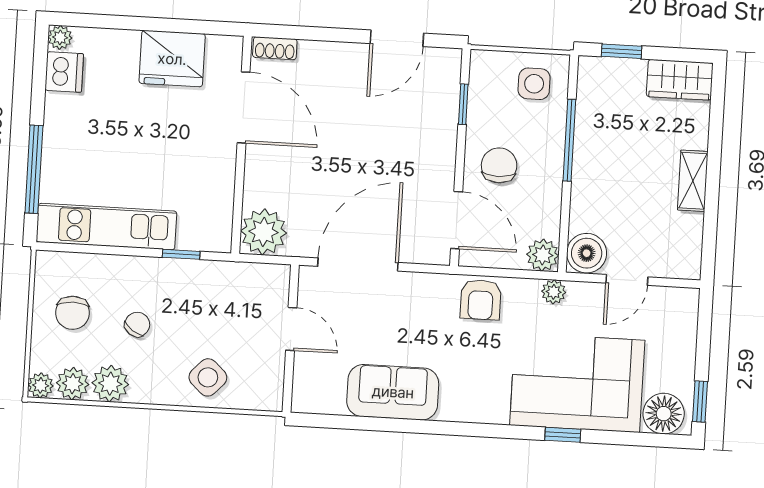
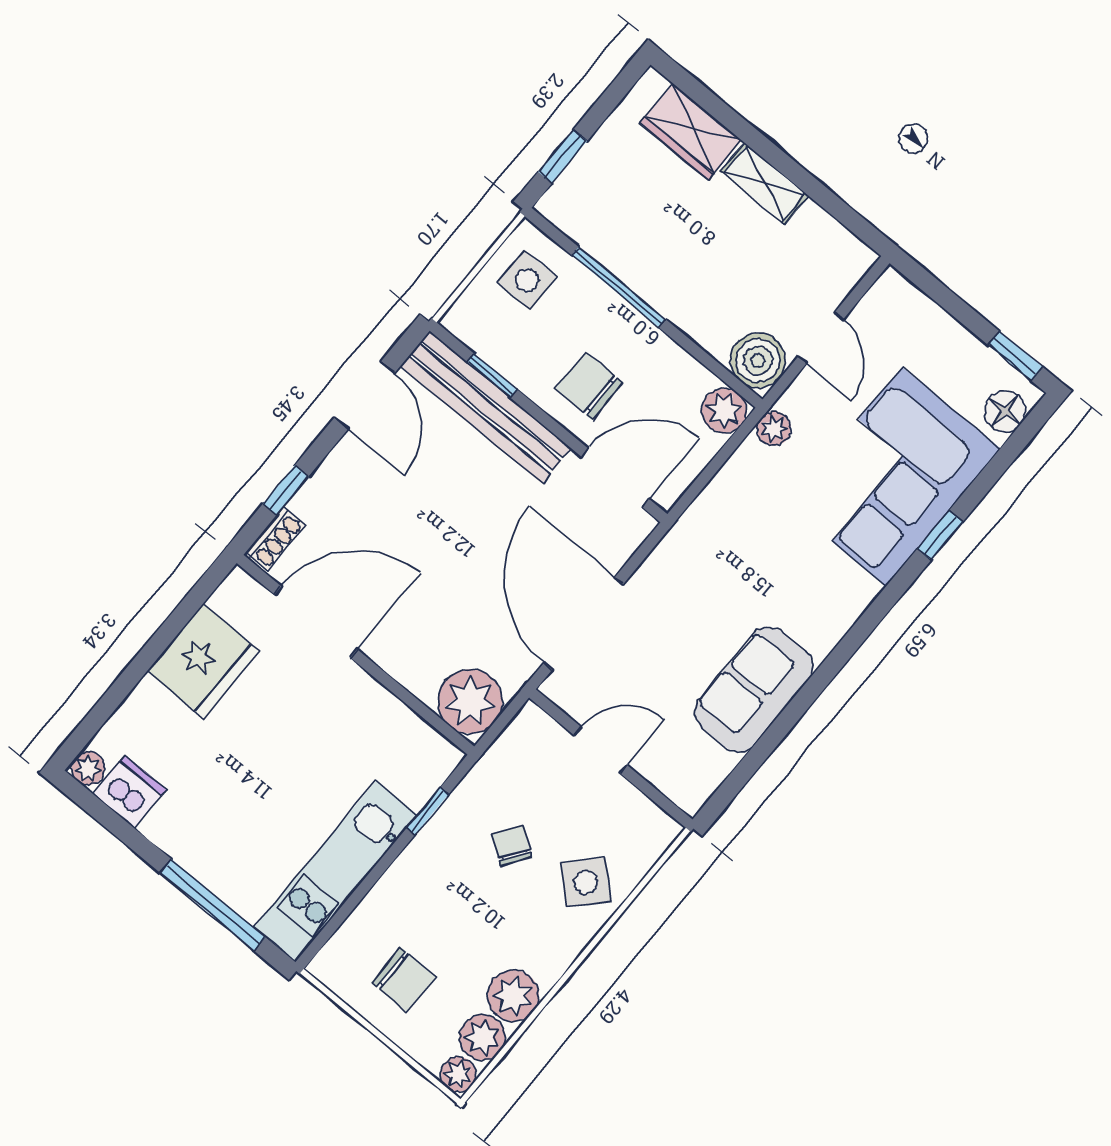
window: (307, 33) -> (286, 490), added
wardrobe: (680, 80) -> (691, 132), moved, turned 90
bench: (442, 114) -> (486, 407), added
armchair: (481, 300) -> (723, 516), removed
chair: (137, 324) -> (512, 845), moved
floor lamp: (664, 414) -> (1005, 411), width x0.73, depth x0.73

